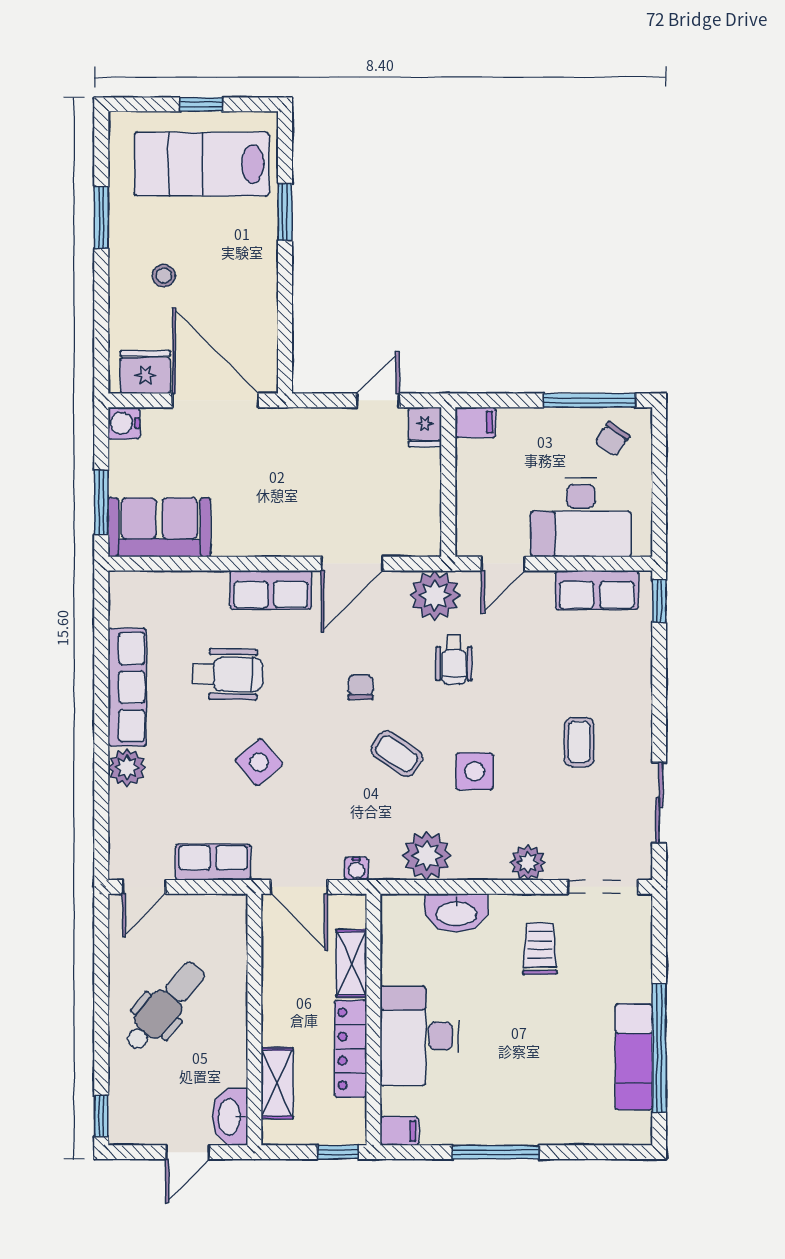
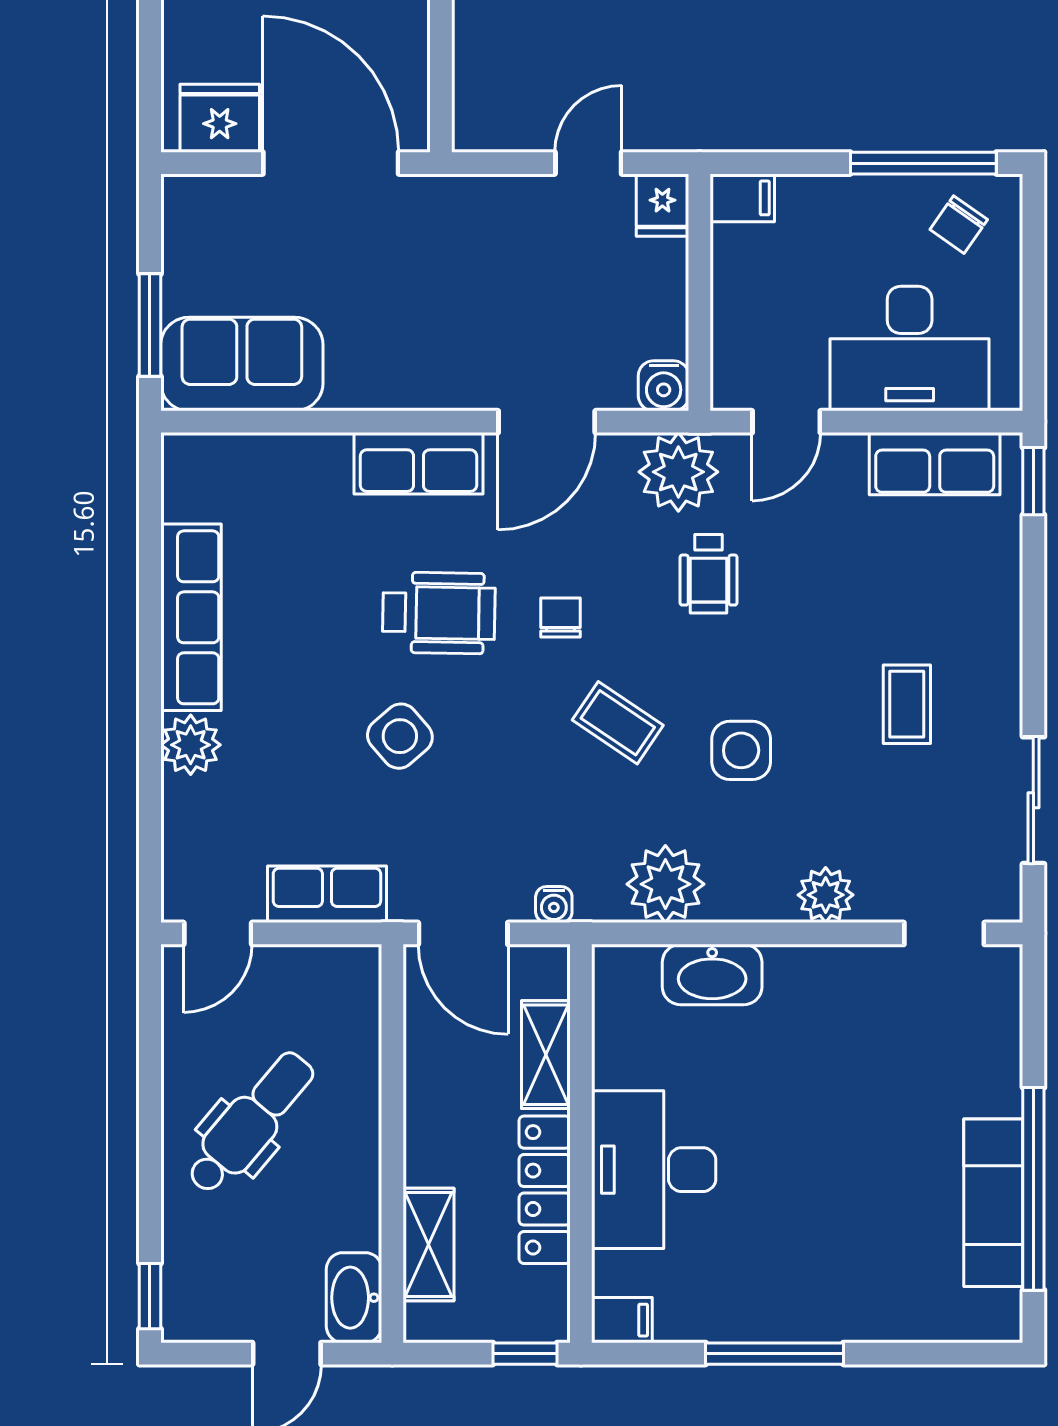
water cooler: (124, 423) -> (664, 386), moved, turned -90
wheelchair: (227, 674) -> (439, 613), moved
doorway: (603, 887) -> (944, 933), width x0.73
trolley: (540, 949) -> (845, 1031), removed

